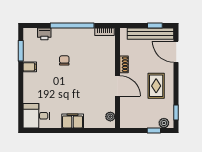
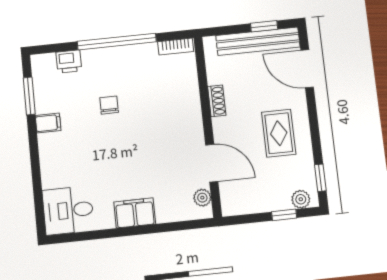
door: (117, 86) -> (212, 163), moved

